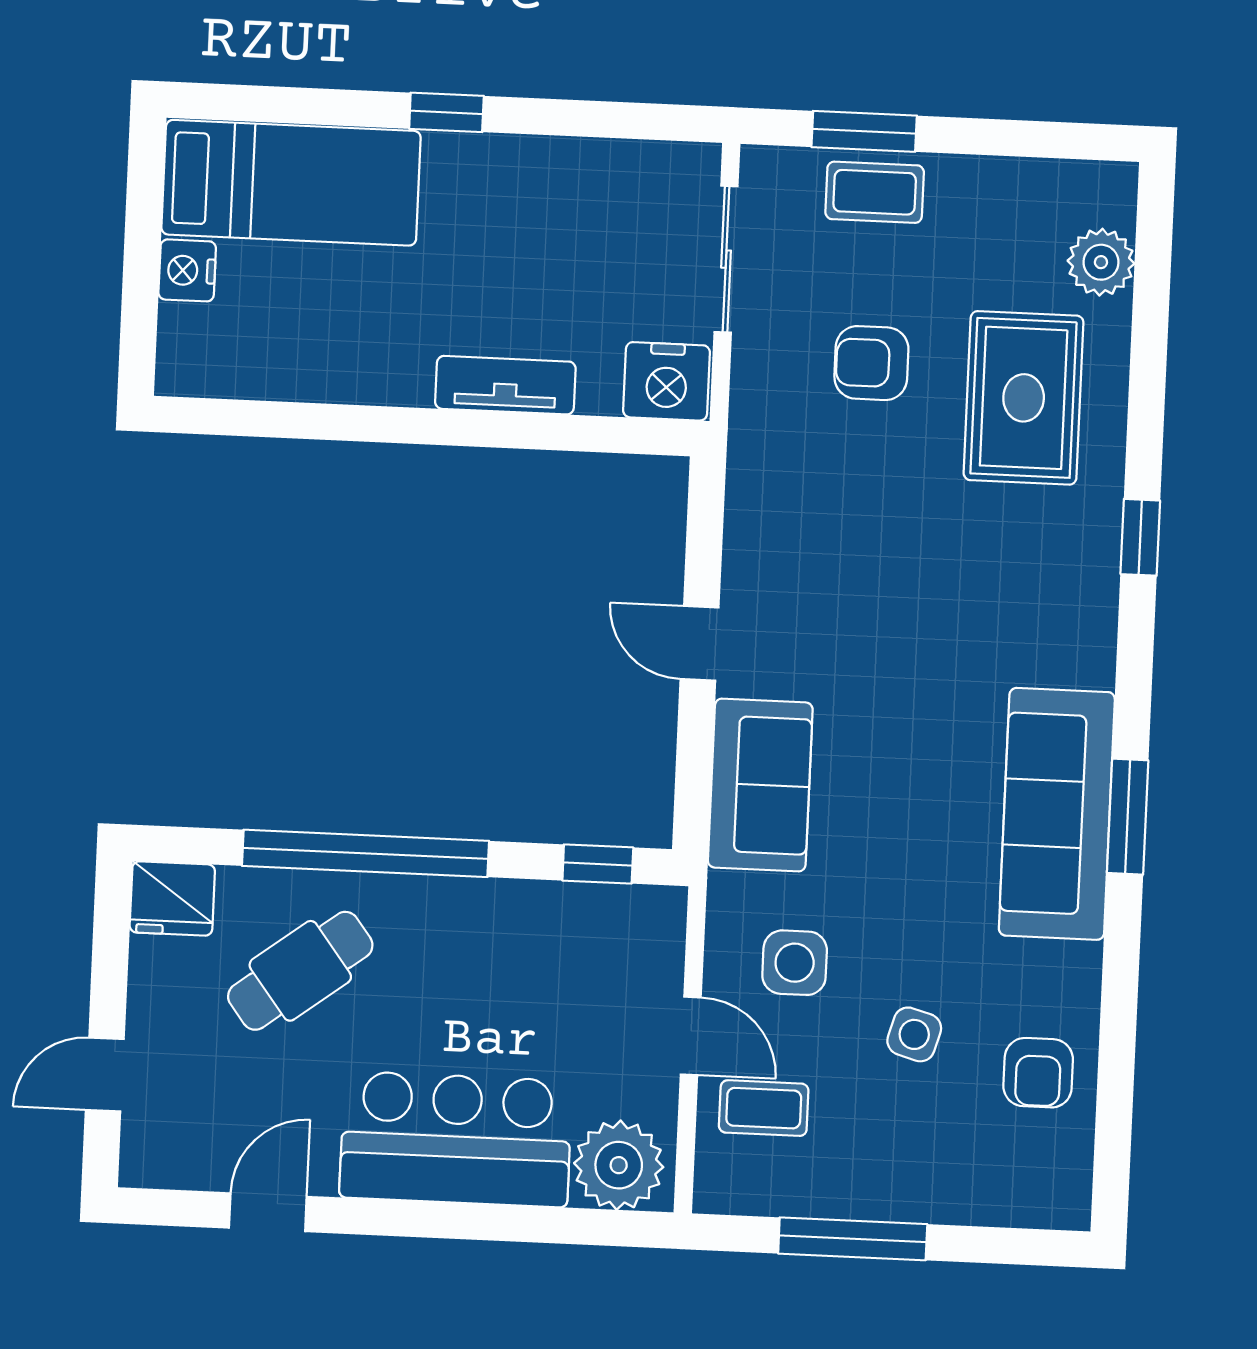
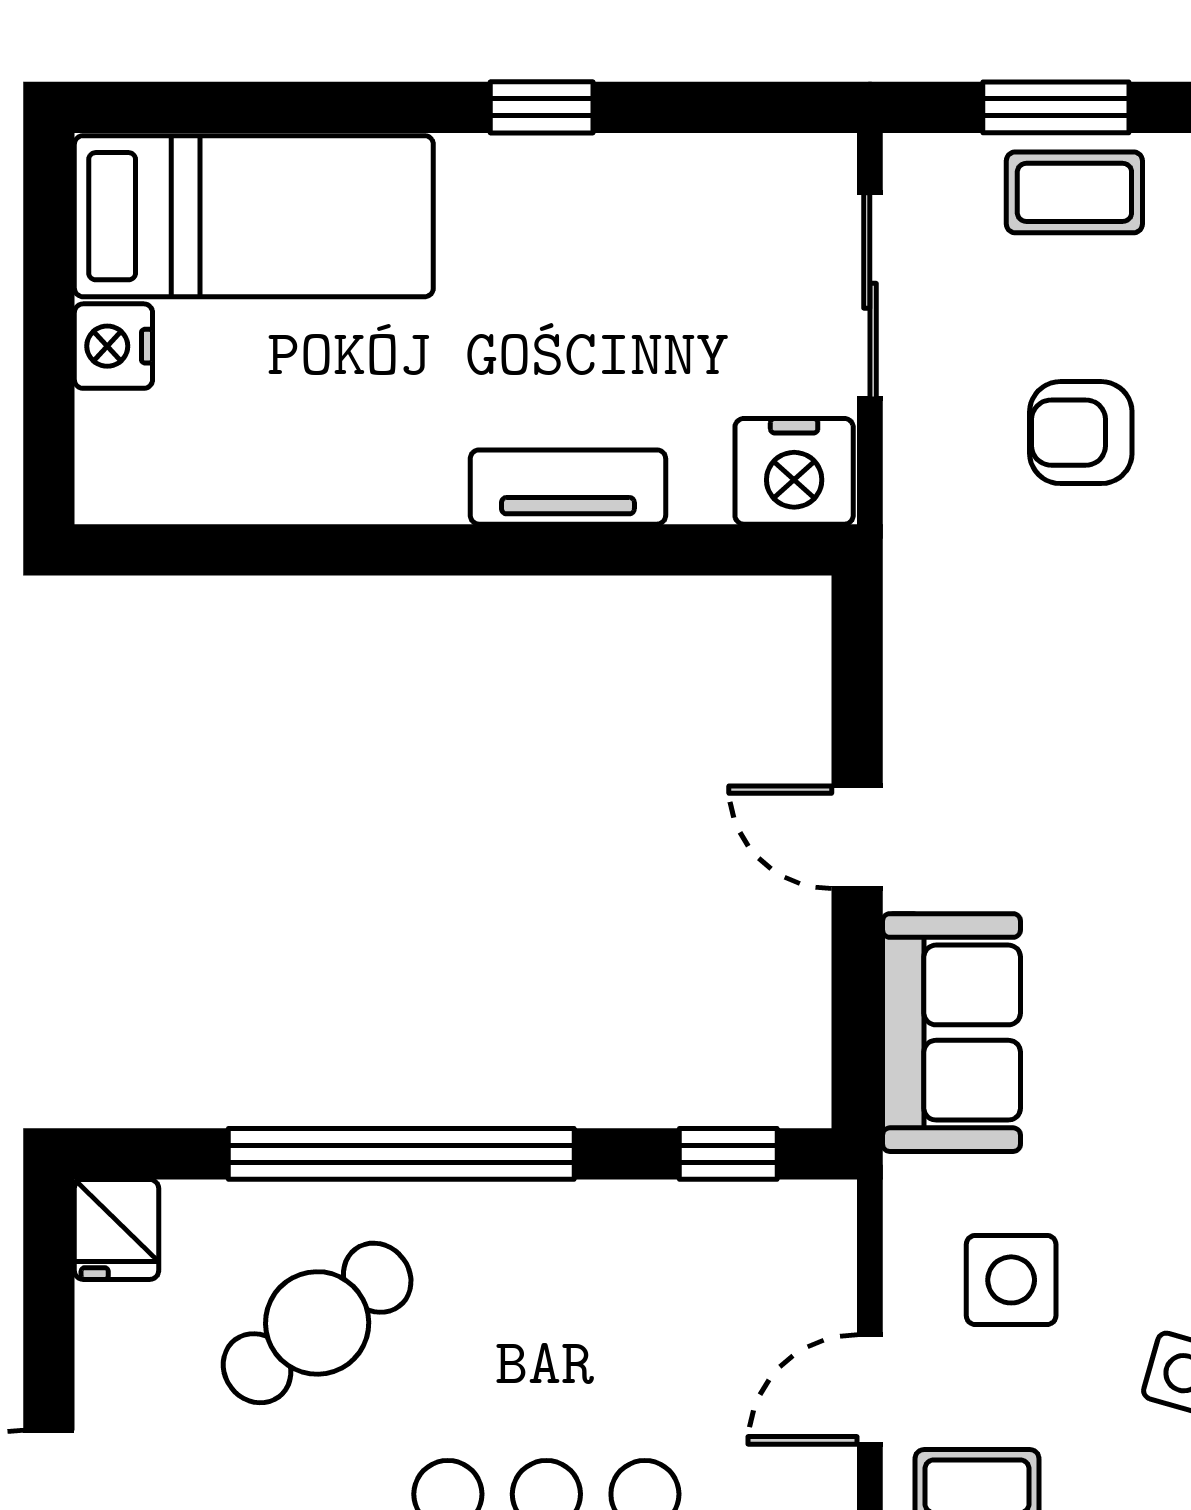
window: (446, 112) -> (542, 107), moved
fridge: (172, 898) -> (117, 1229), width x0.72
door: (691, 1036) -> (870, 1390), swing flipped

